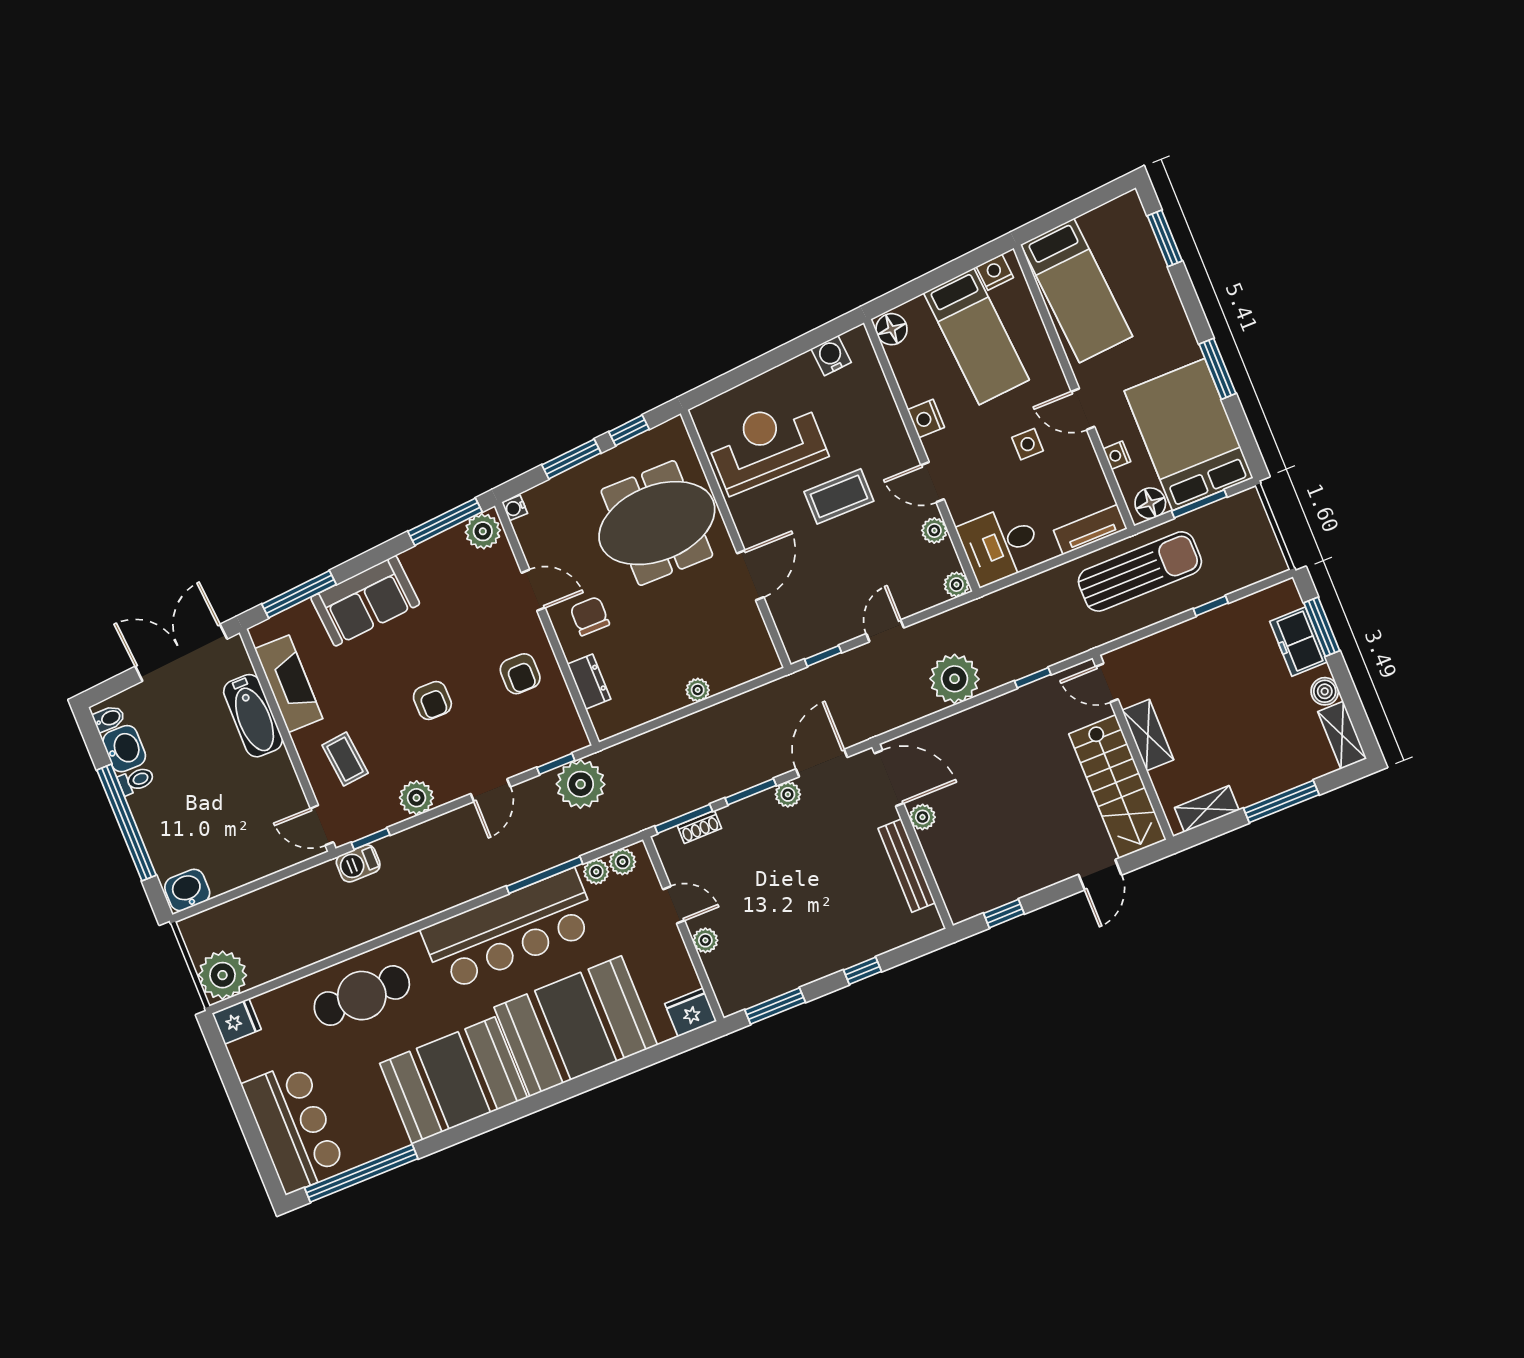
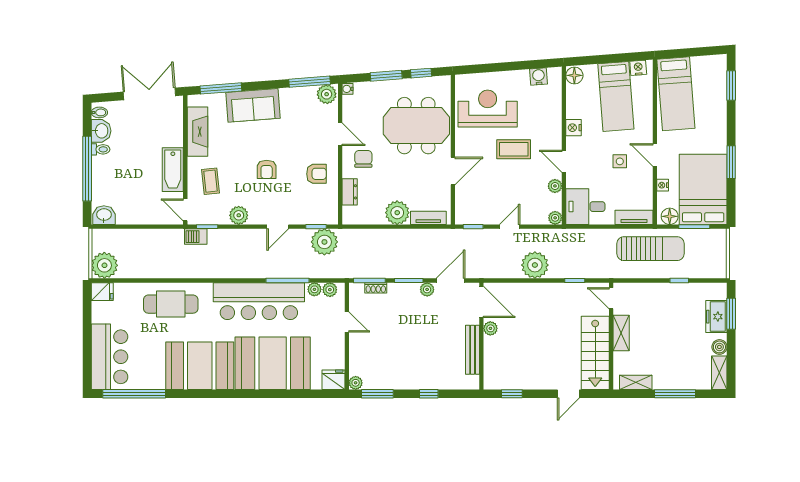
tv unit: (741, 672) -> (428, 218), added
armchair: (520, 674) -> (316, 174), turned -90
plant: (698, 690) -> (397, 213), width x1.87, depth x1.87
bathtub: (253, 716) -> (173, 170), moved
plant: (705, 940) -> (356, 383), moved

